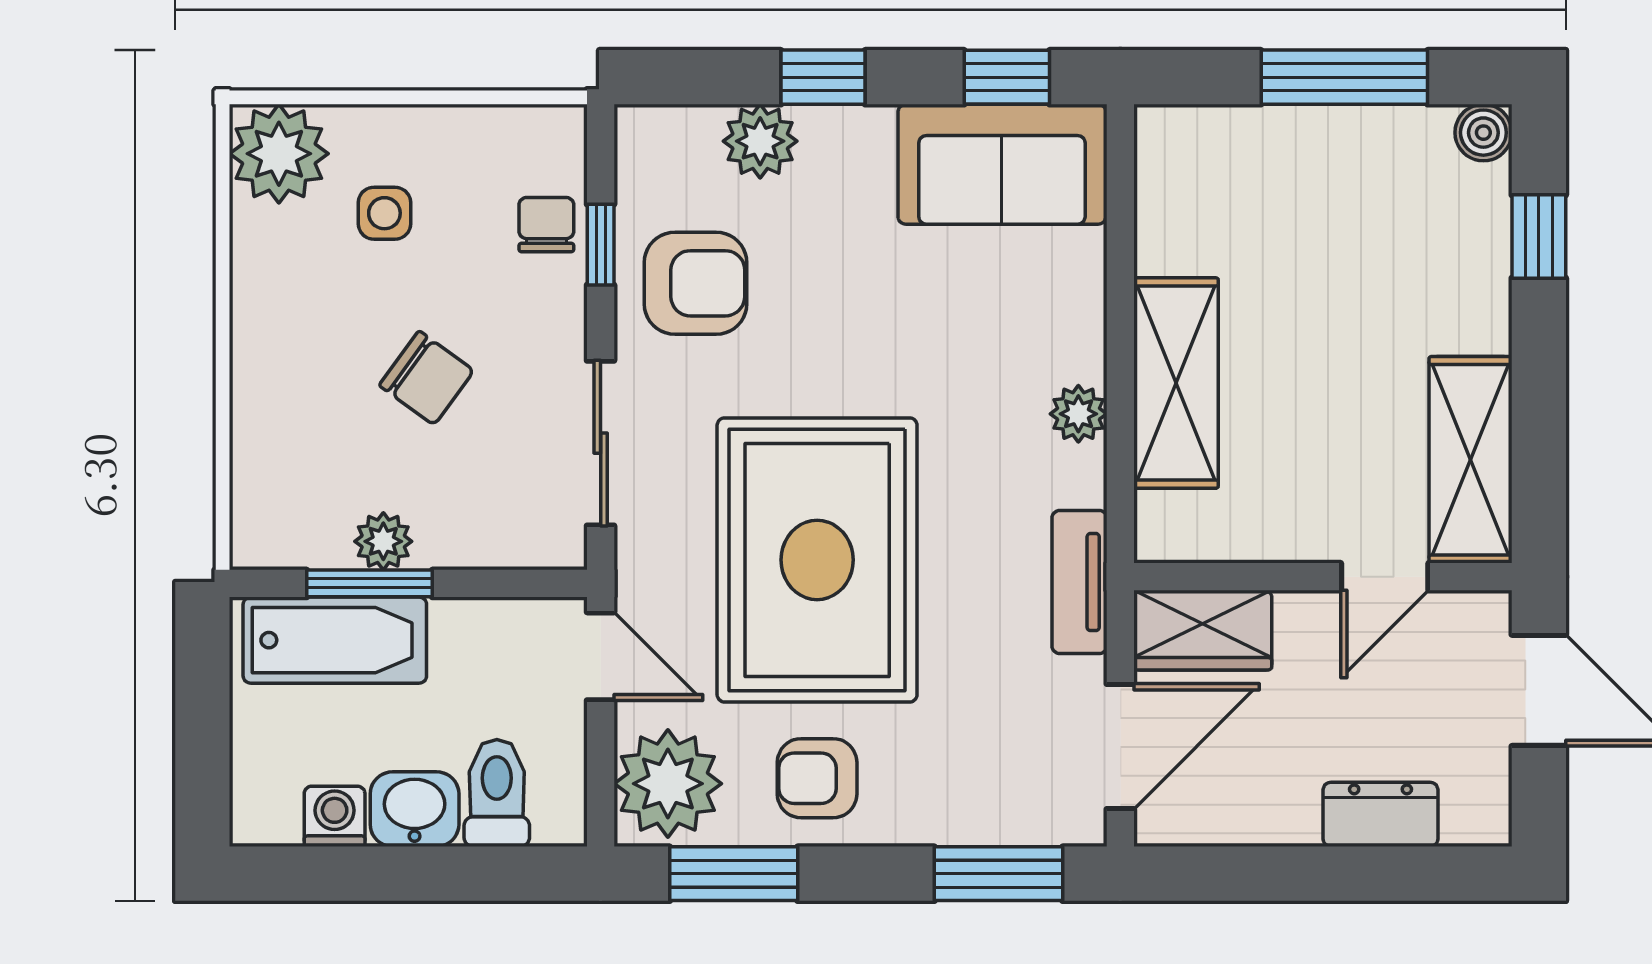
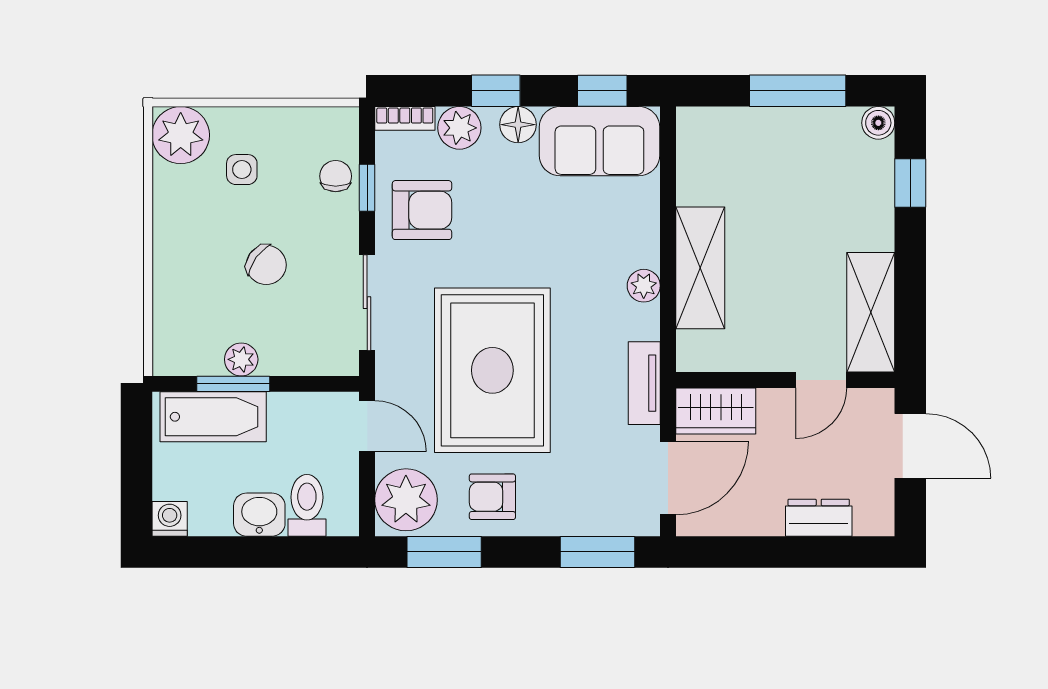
bookcase: (666, 125) -> (405, 118), added
floor lamp: (861, 136) -> (518, 125), added
washing machine: (335, 816) -> (170, 519), moved

